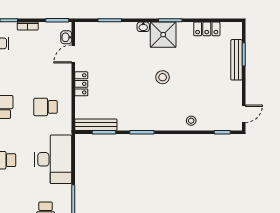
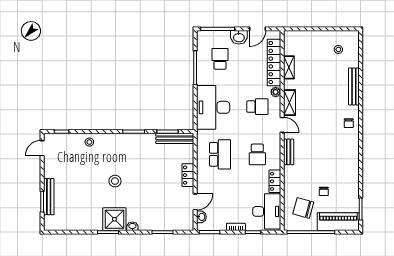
locker: (207, 29) -> (75, 224), removed
school desk: (46, 107) -> (220, 154), width x1.85

